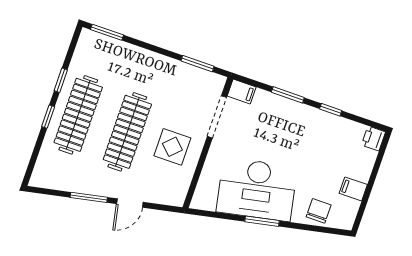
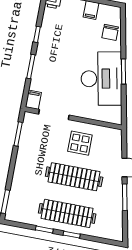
chair: (319, 211) -> (110, 32), turned -90

